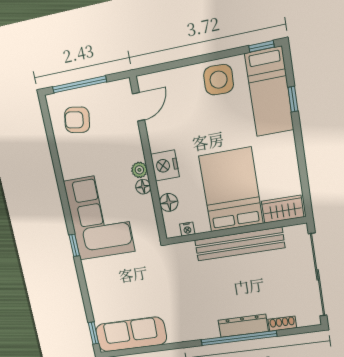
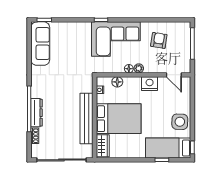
armchair: (77, 120) -> (159, 40), moved
nightstand: (165, 165) -> (150, 84), moved

